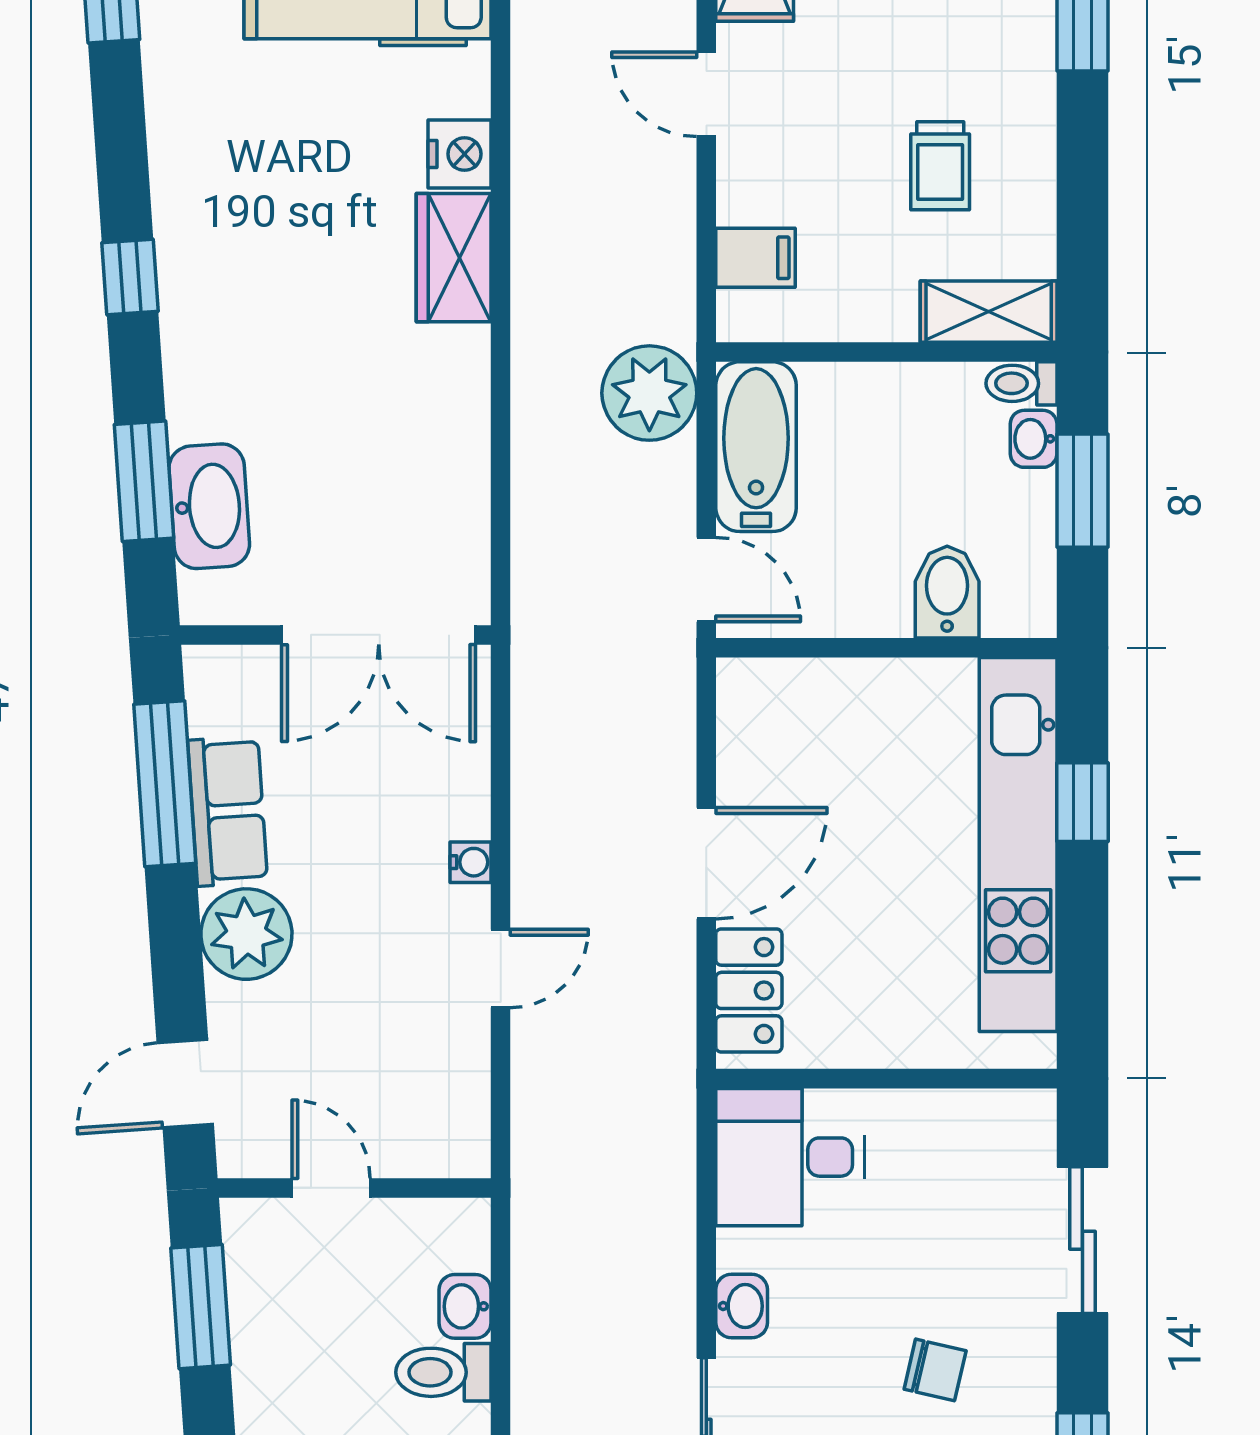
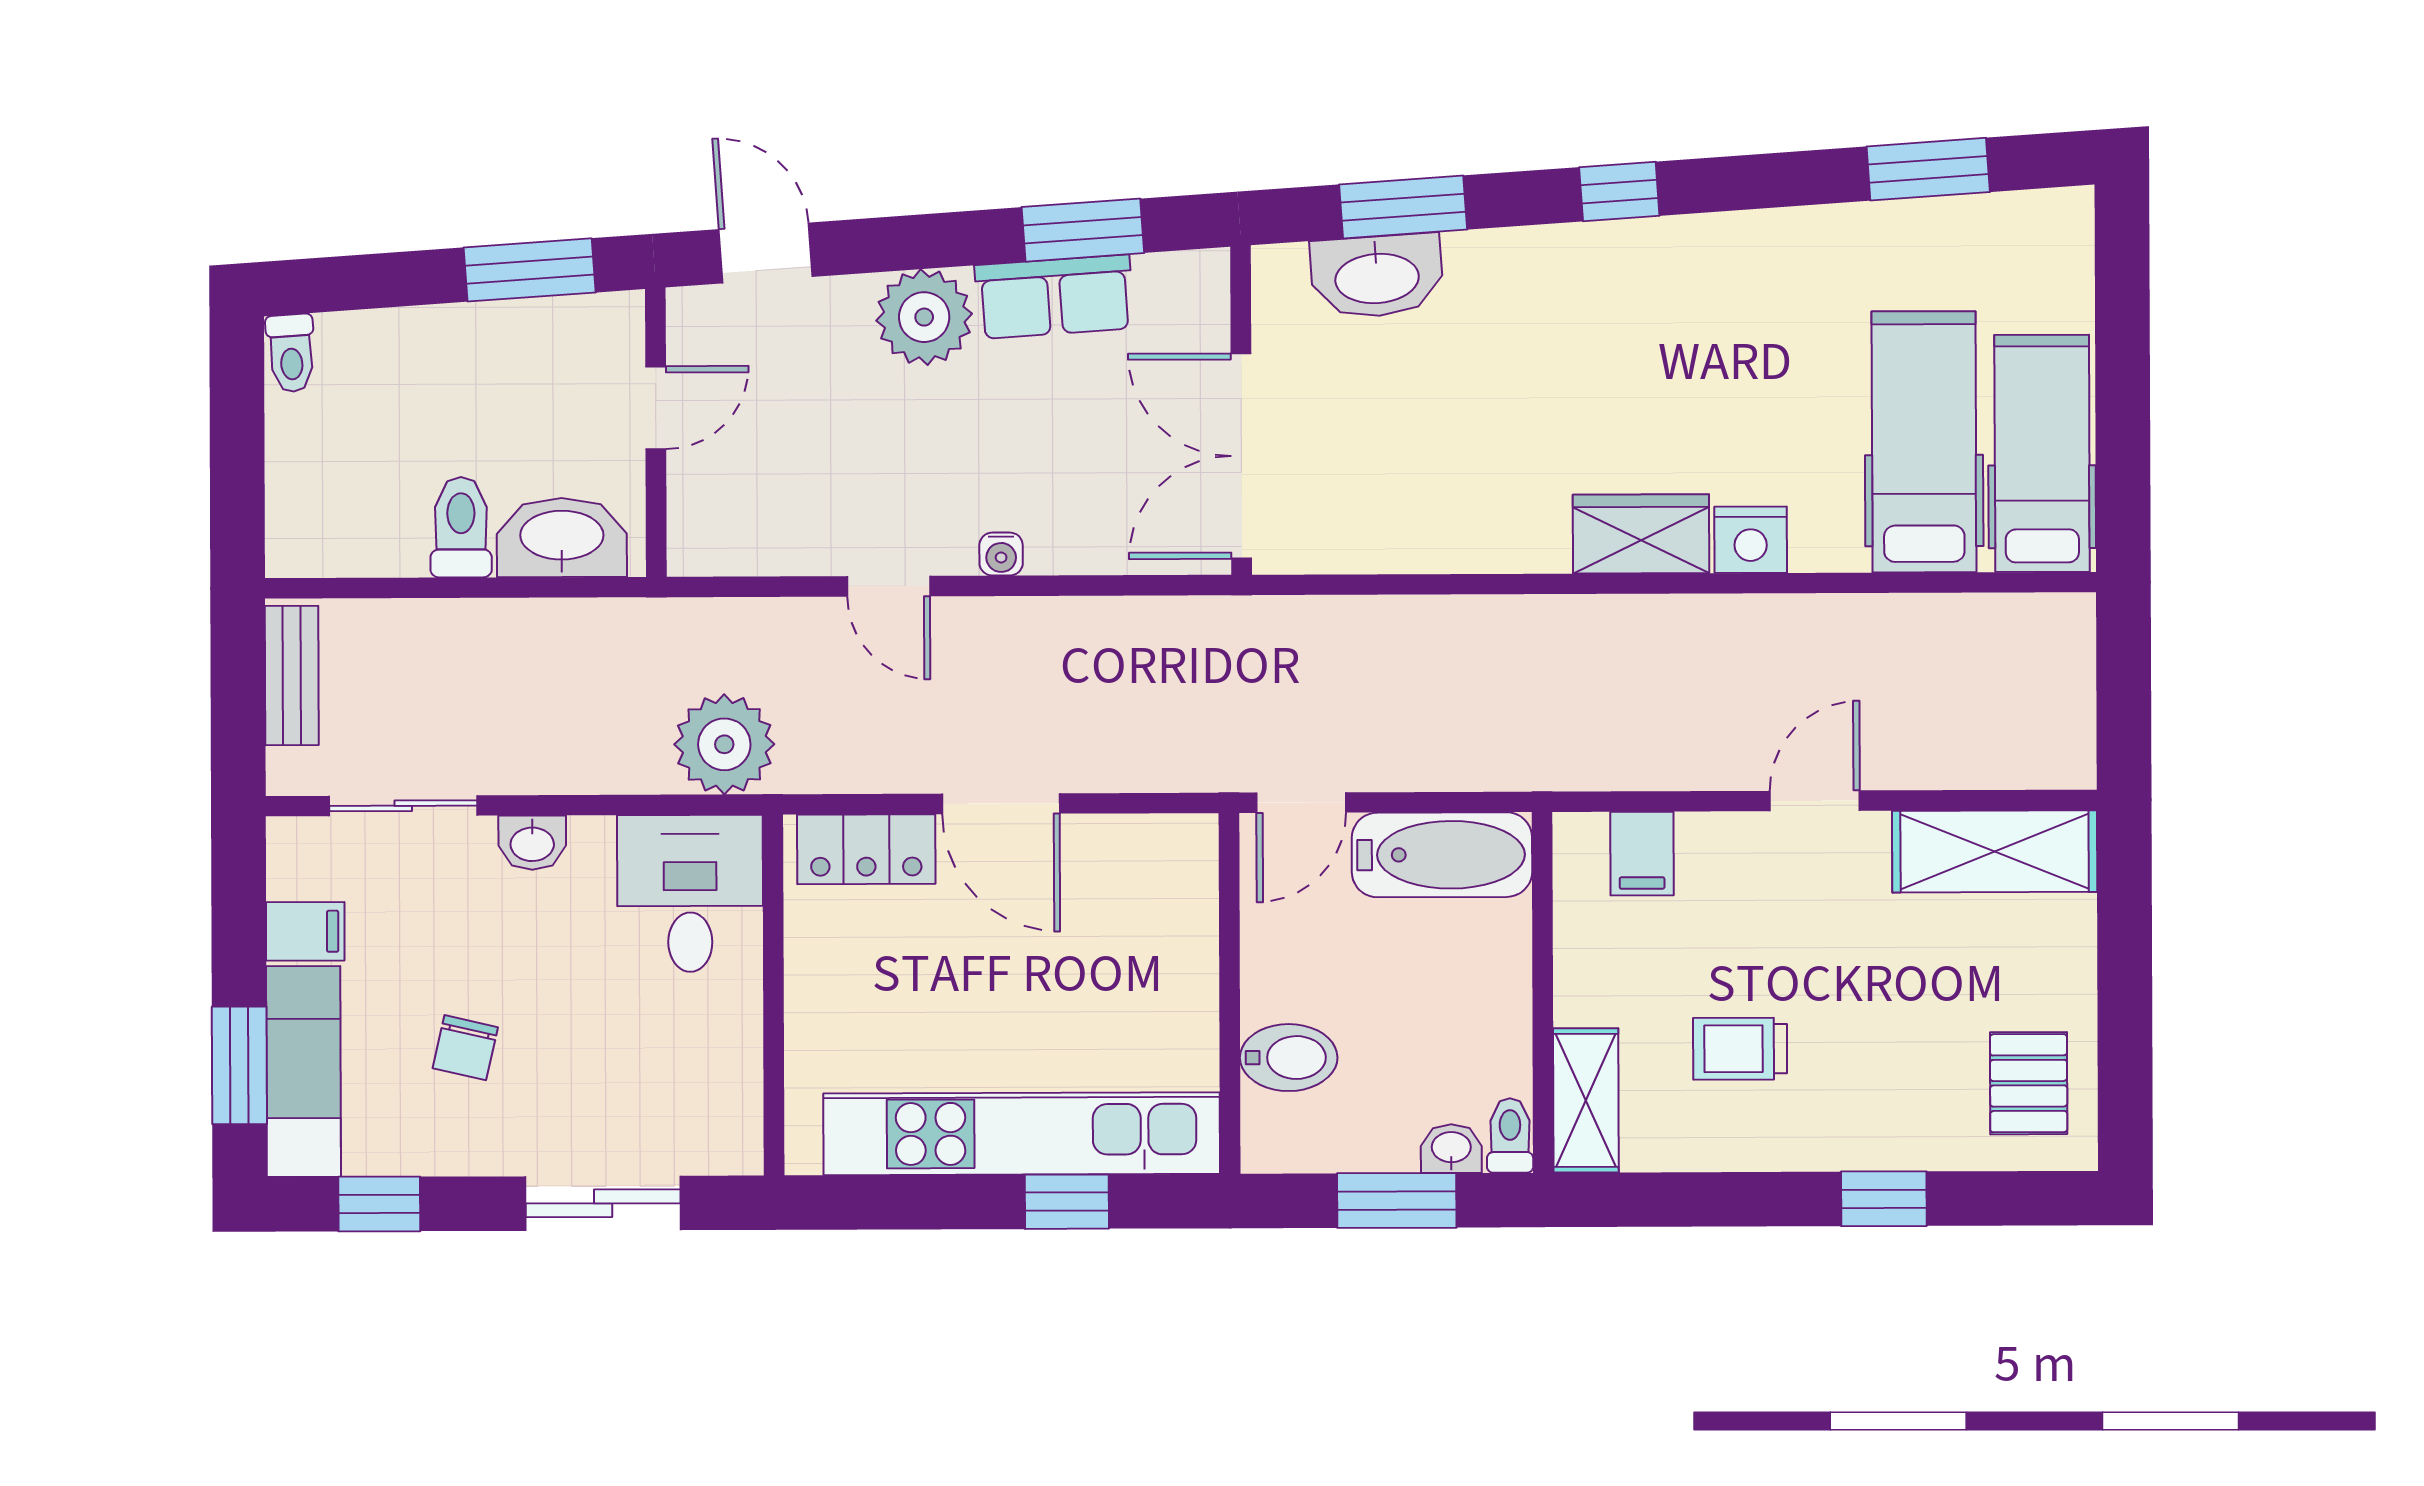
plant: (649, 393) -> (724, 744), moved
window: (165, 784) -> (1083, 230), width x0.69
washbasin: (465, 1306) -> (562, 538), width x1.91, depth x1.45

